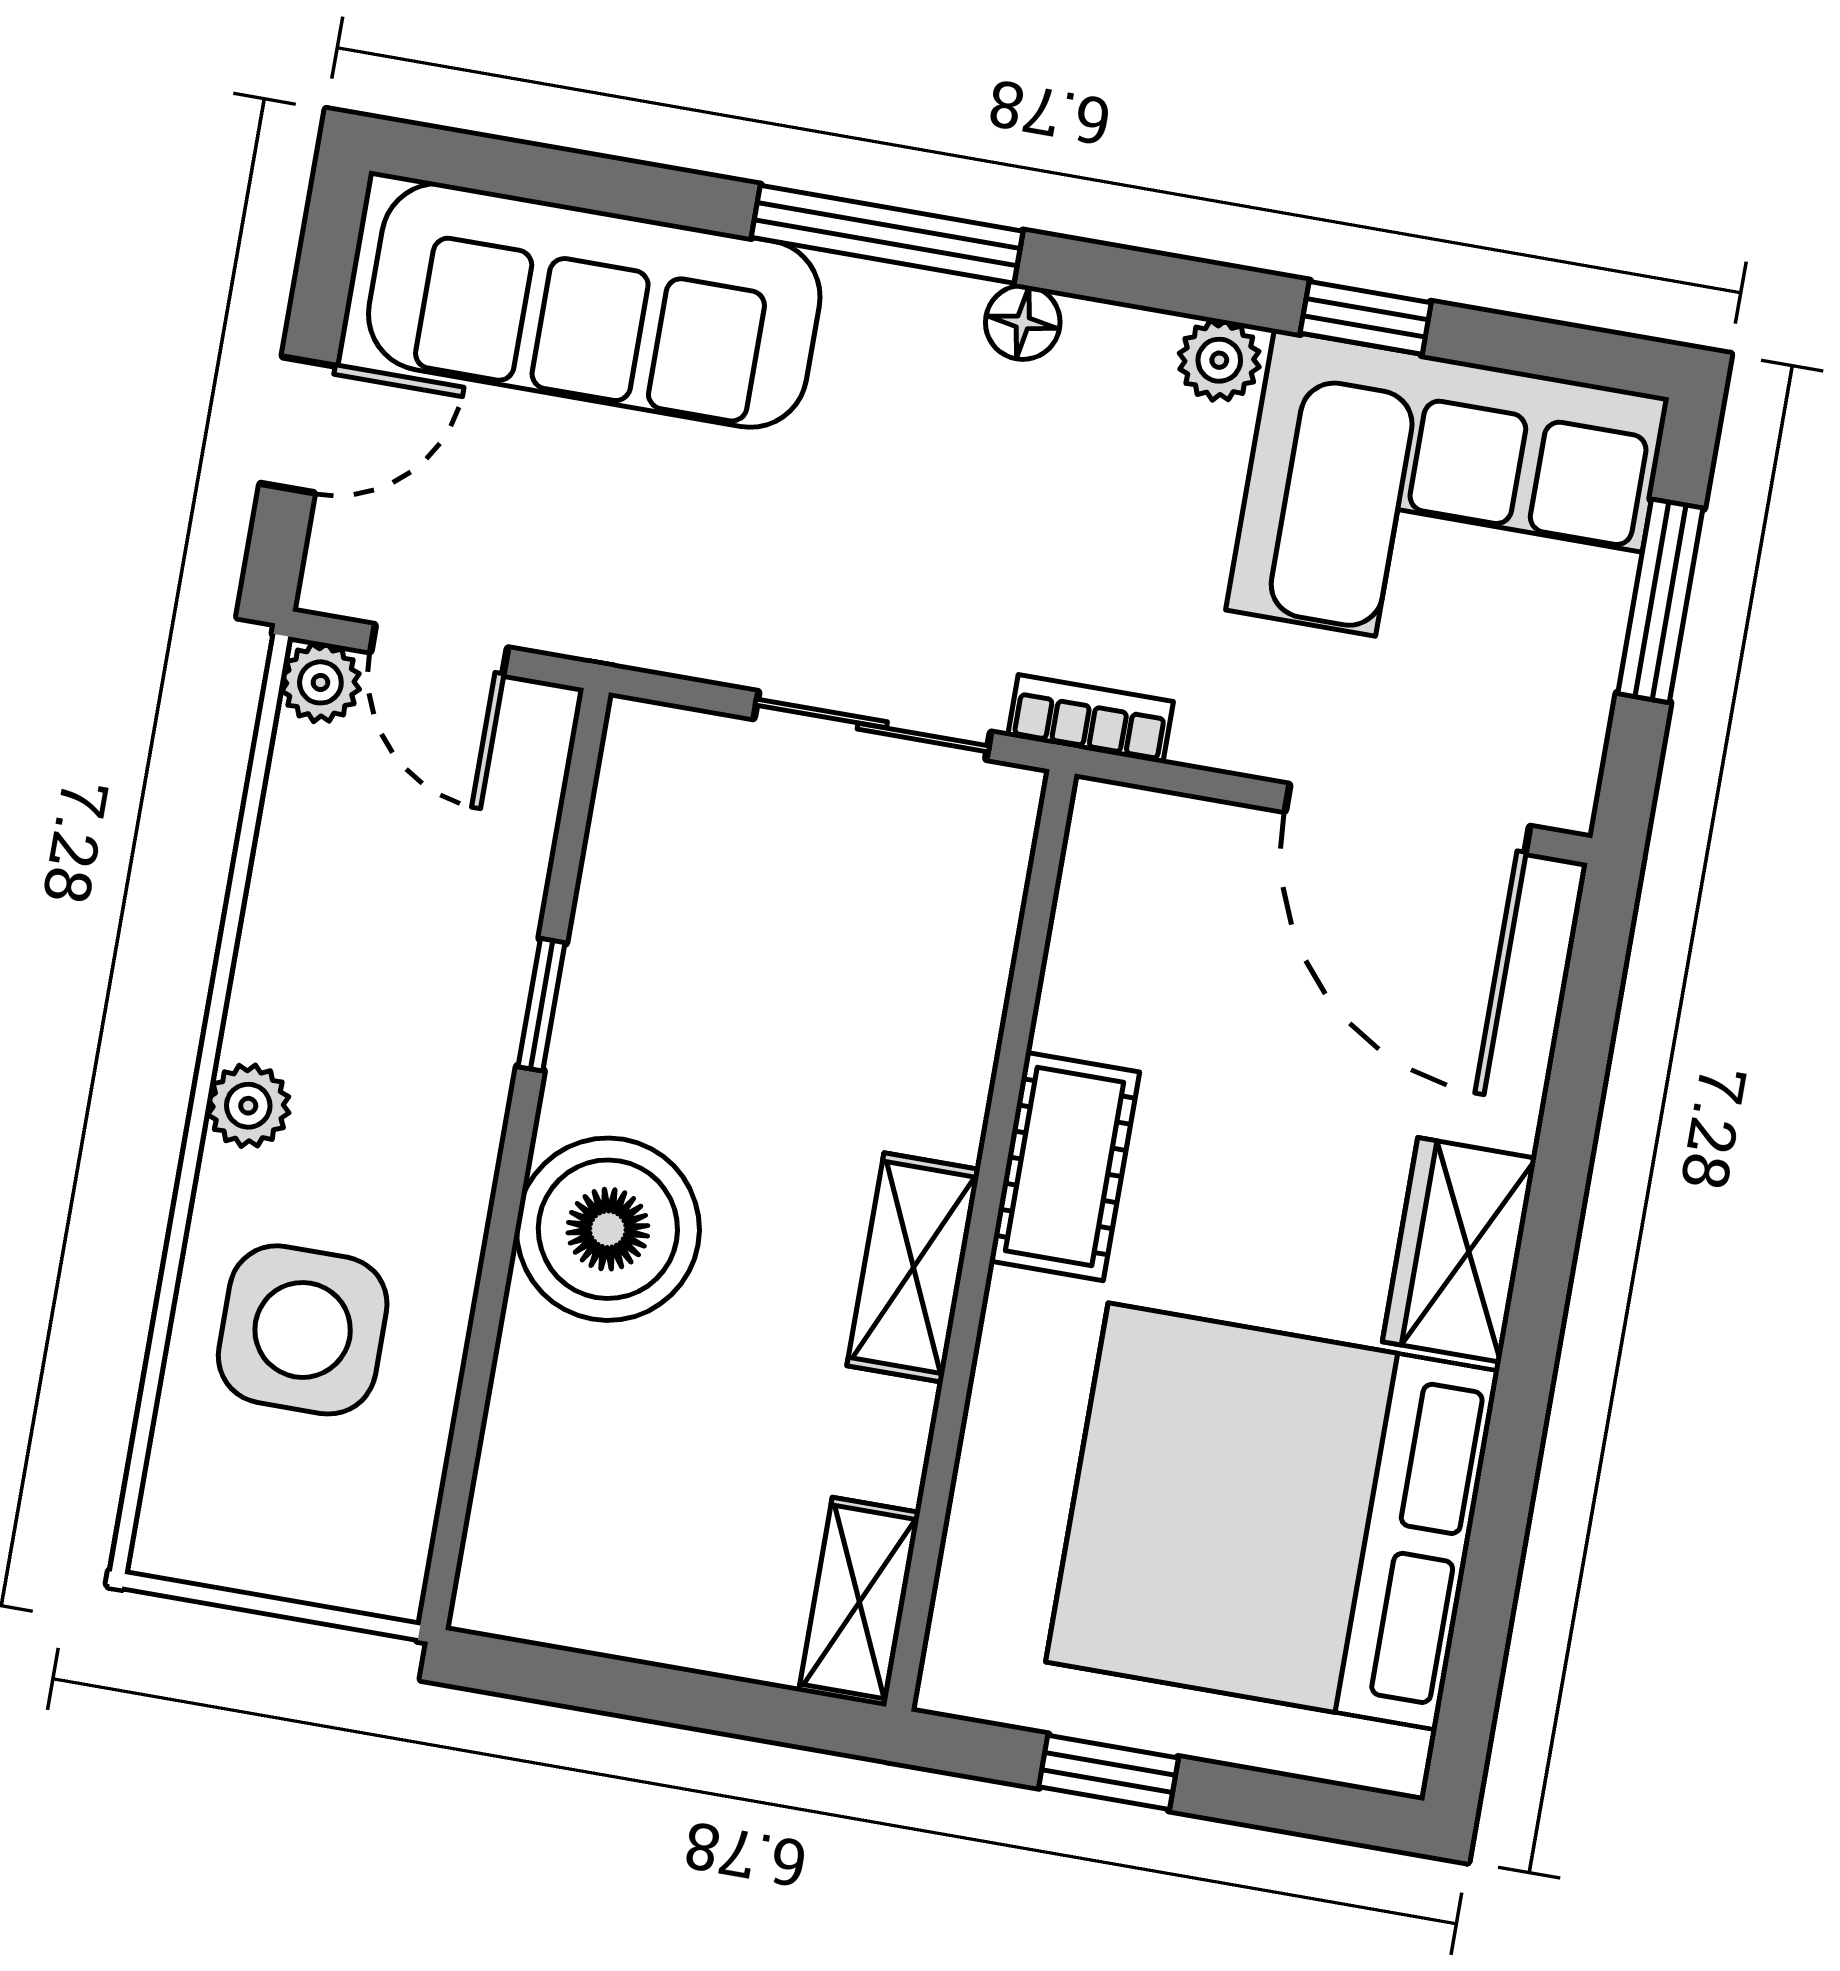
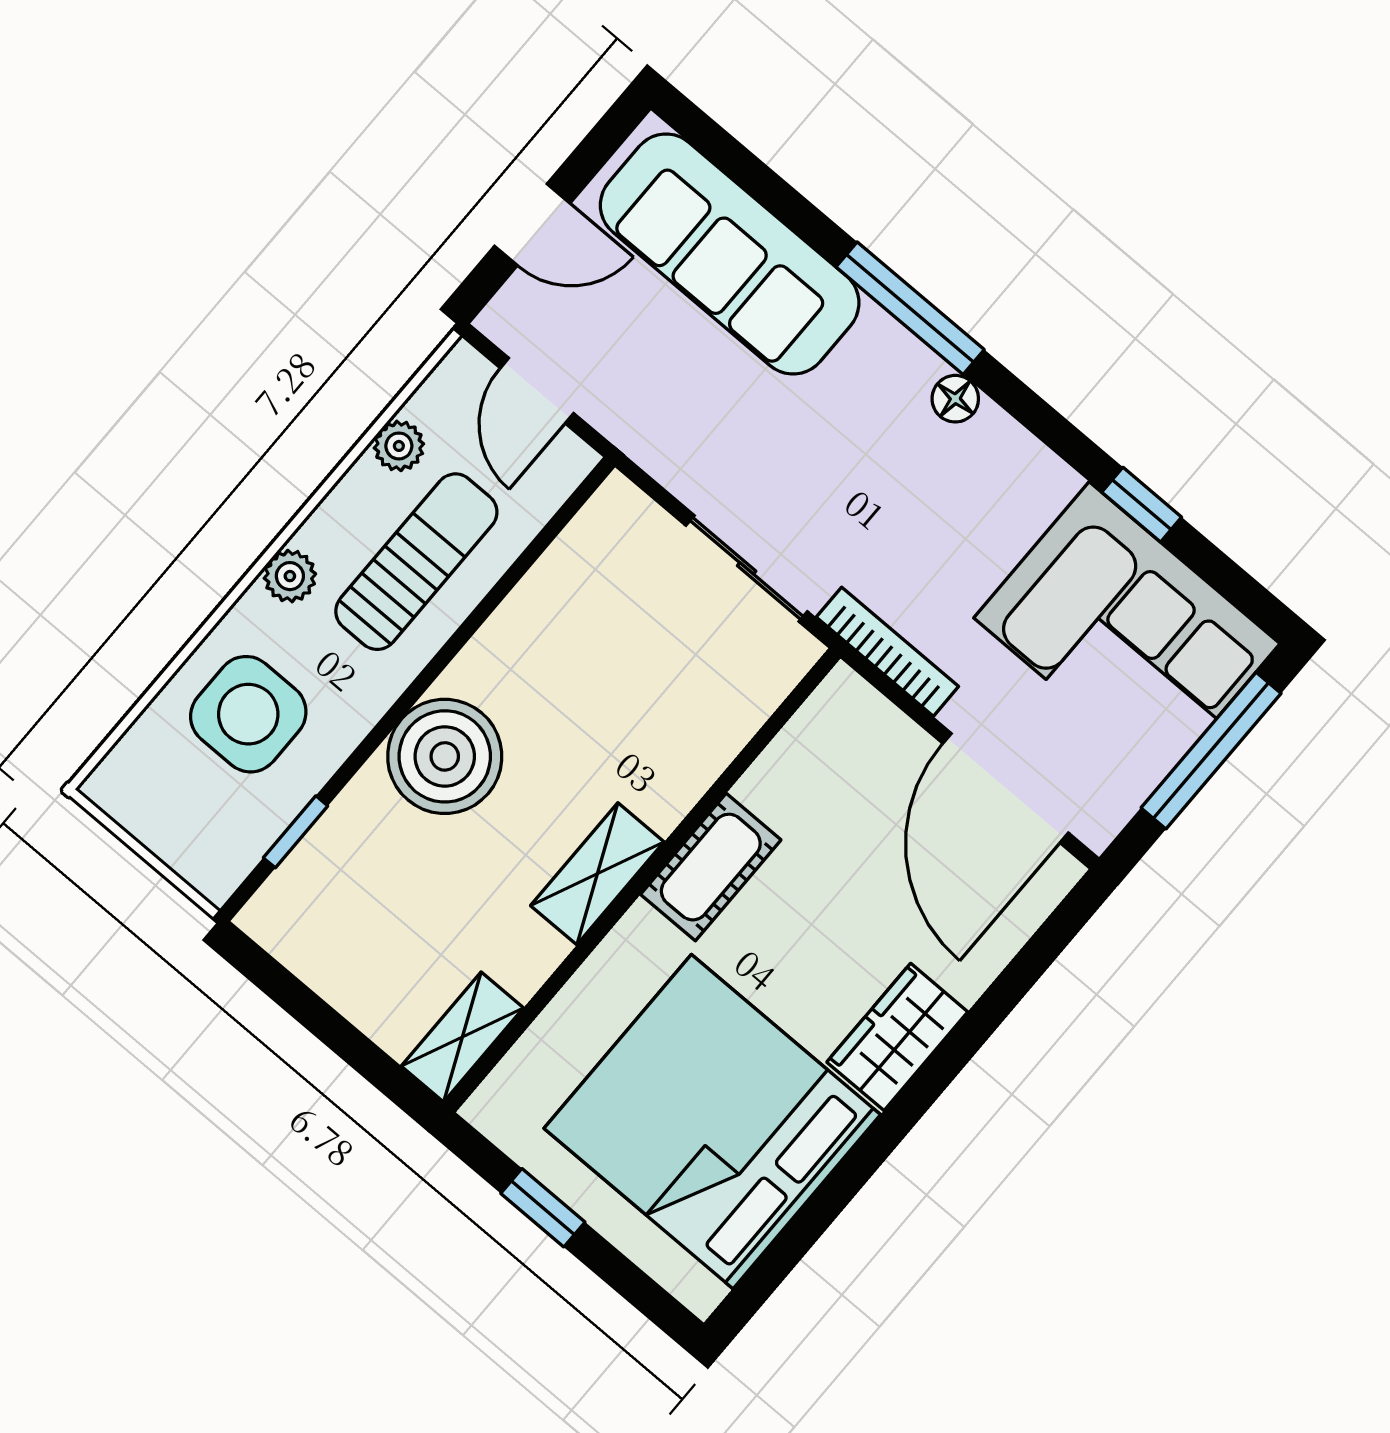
plant: (1219, 360) -> (1049, 481), removed
window: (1660, 601) -> (1211, 751), width x1.44
plant: (320, 682) -> (399, 446), moved
bookcase: (1090, 719) -> (887, 652), width x1.56
sun lounger: (411, 984) -> (416, 562), added
window: (542, 1005) -> (296, 832), moved

